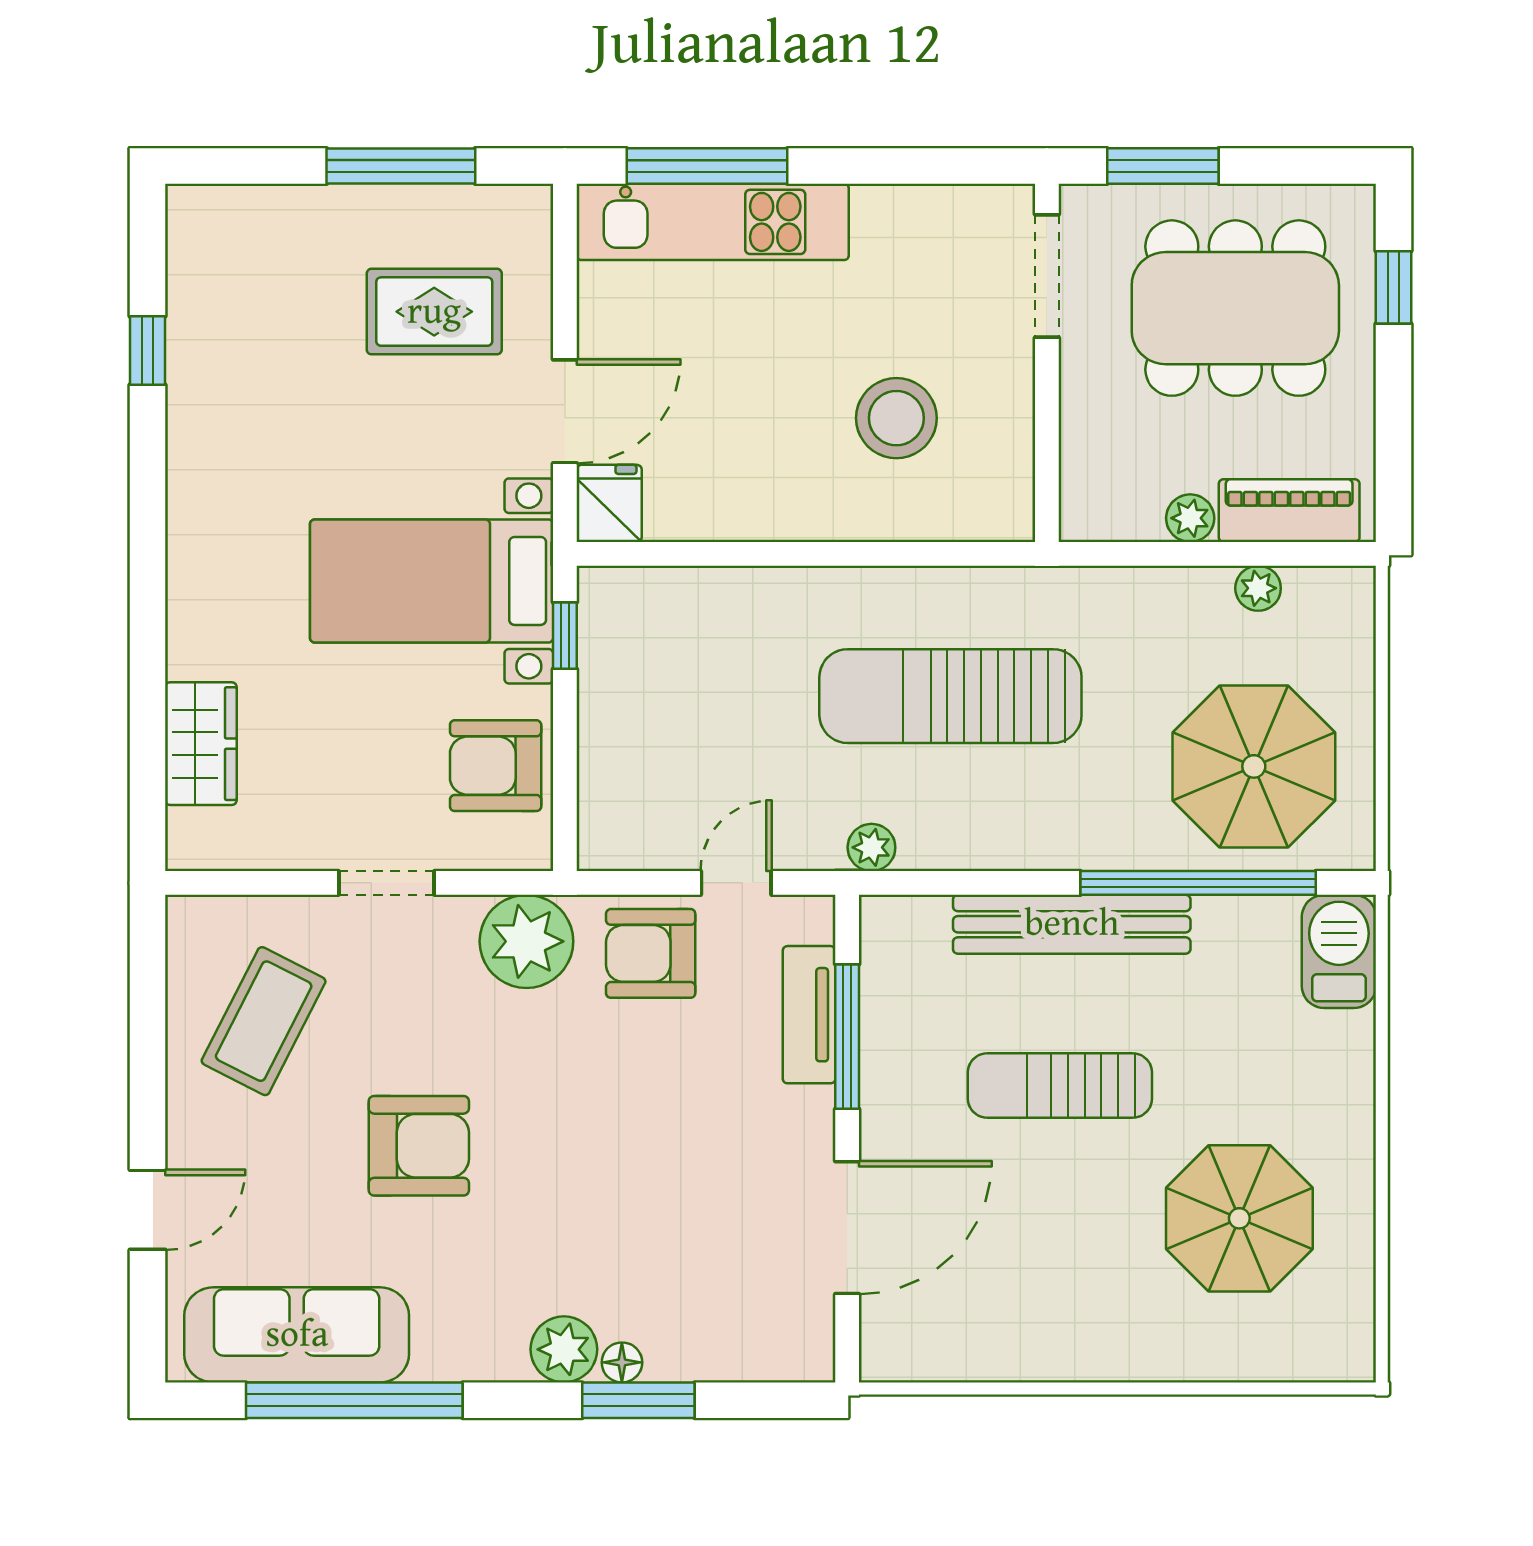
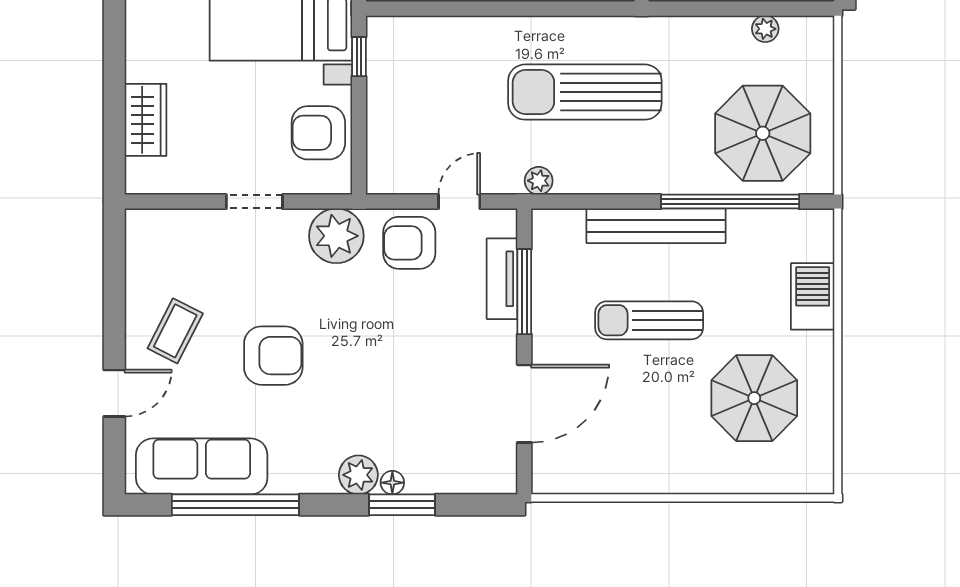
barbecue: (1339, 951) -> (813, 296), moved
coffee table: (264, 1021) -> (175, 331), moved, width x0.73, depth x0.77

